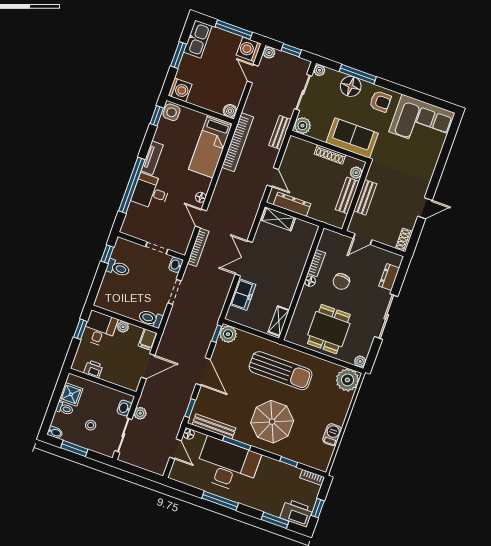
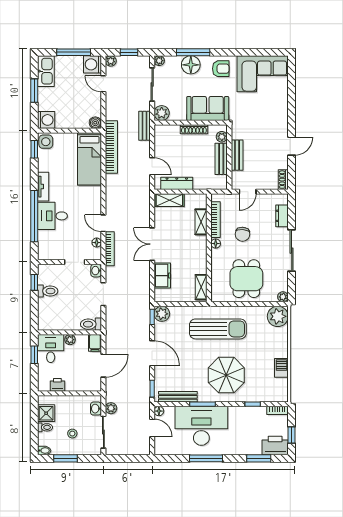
floor lamp: (201, 197) -> (97, 243), moved
shelving: (303, 253) -> (201, 222), added
bookcase: (316, 263) -> (216, 220), width x1.56

